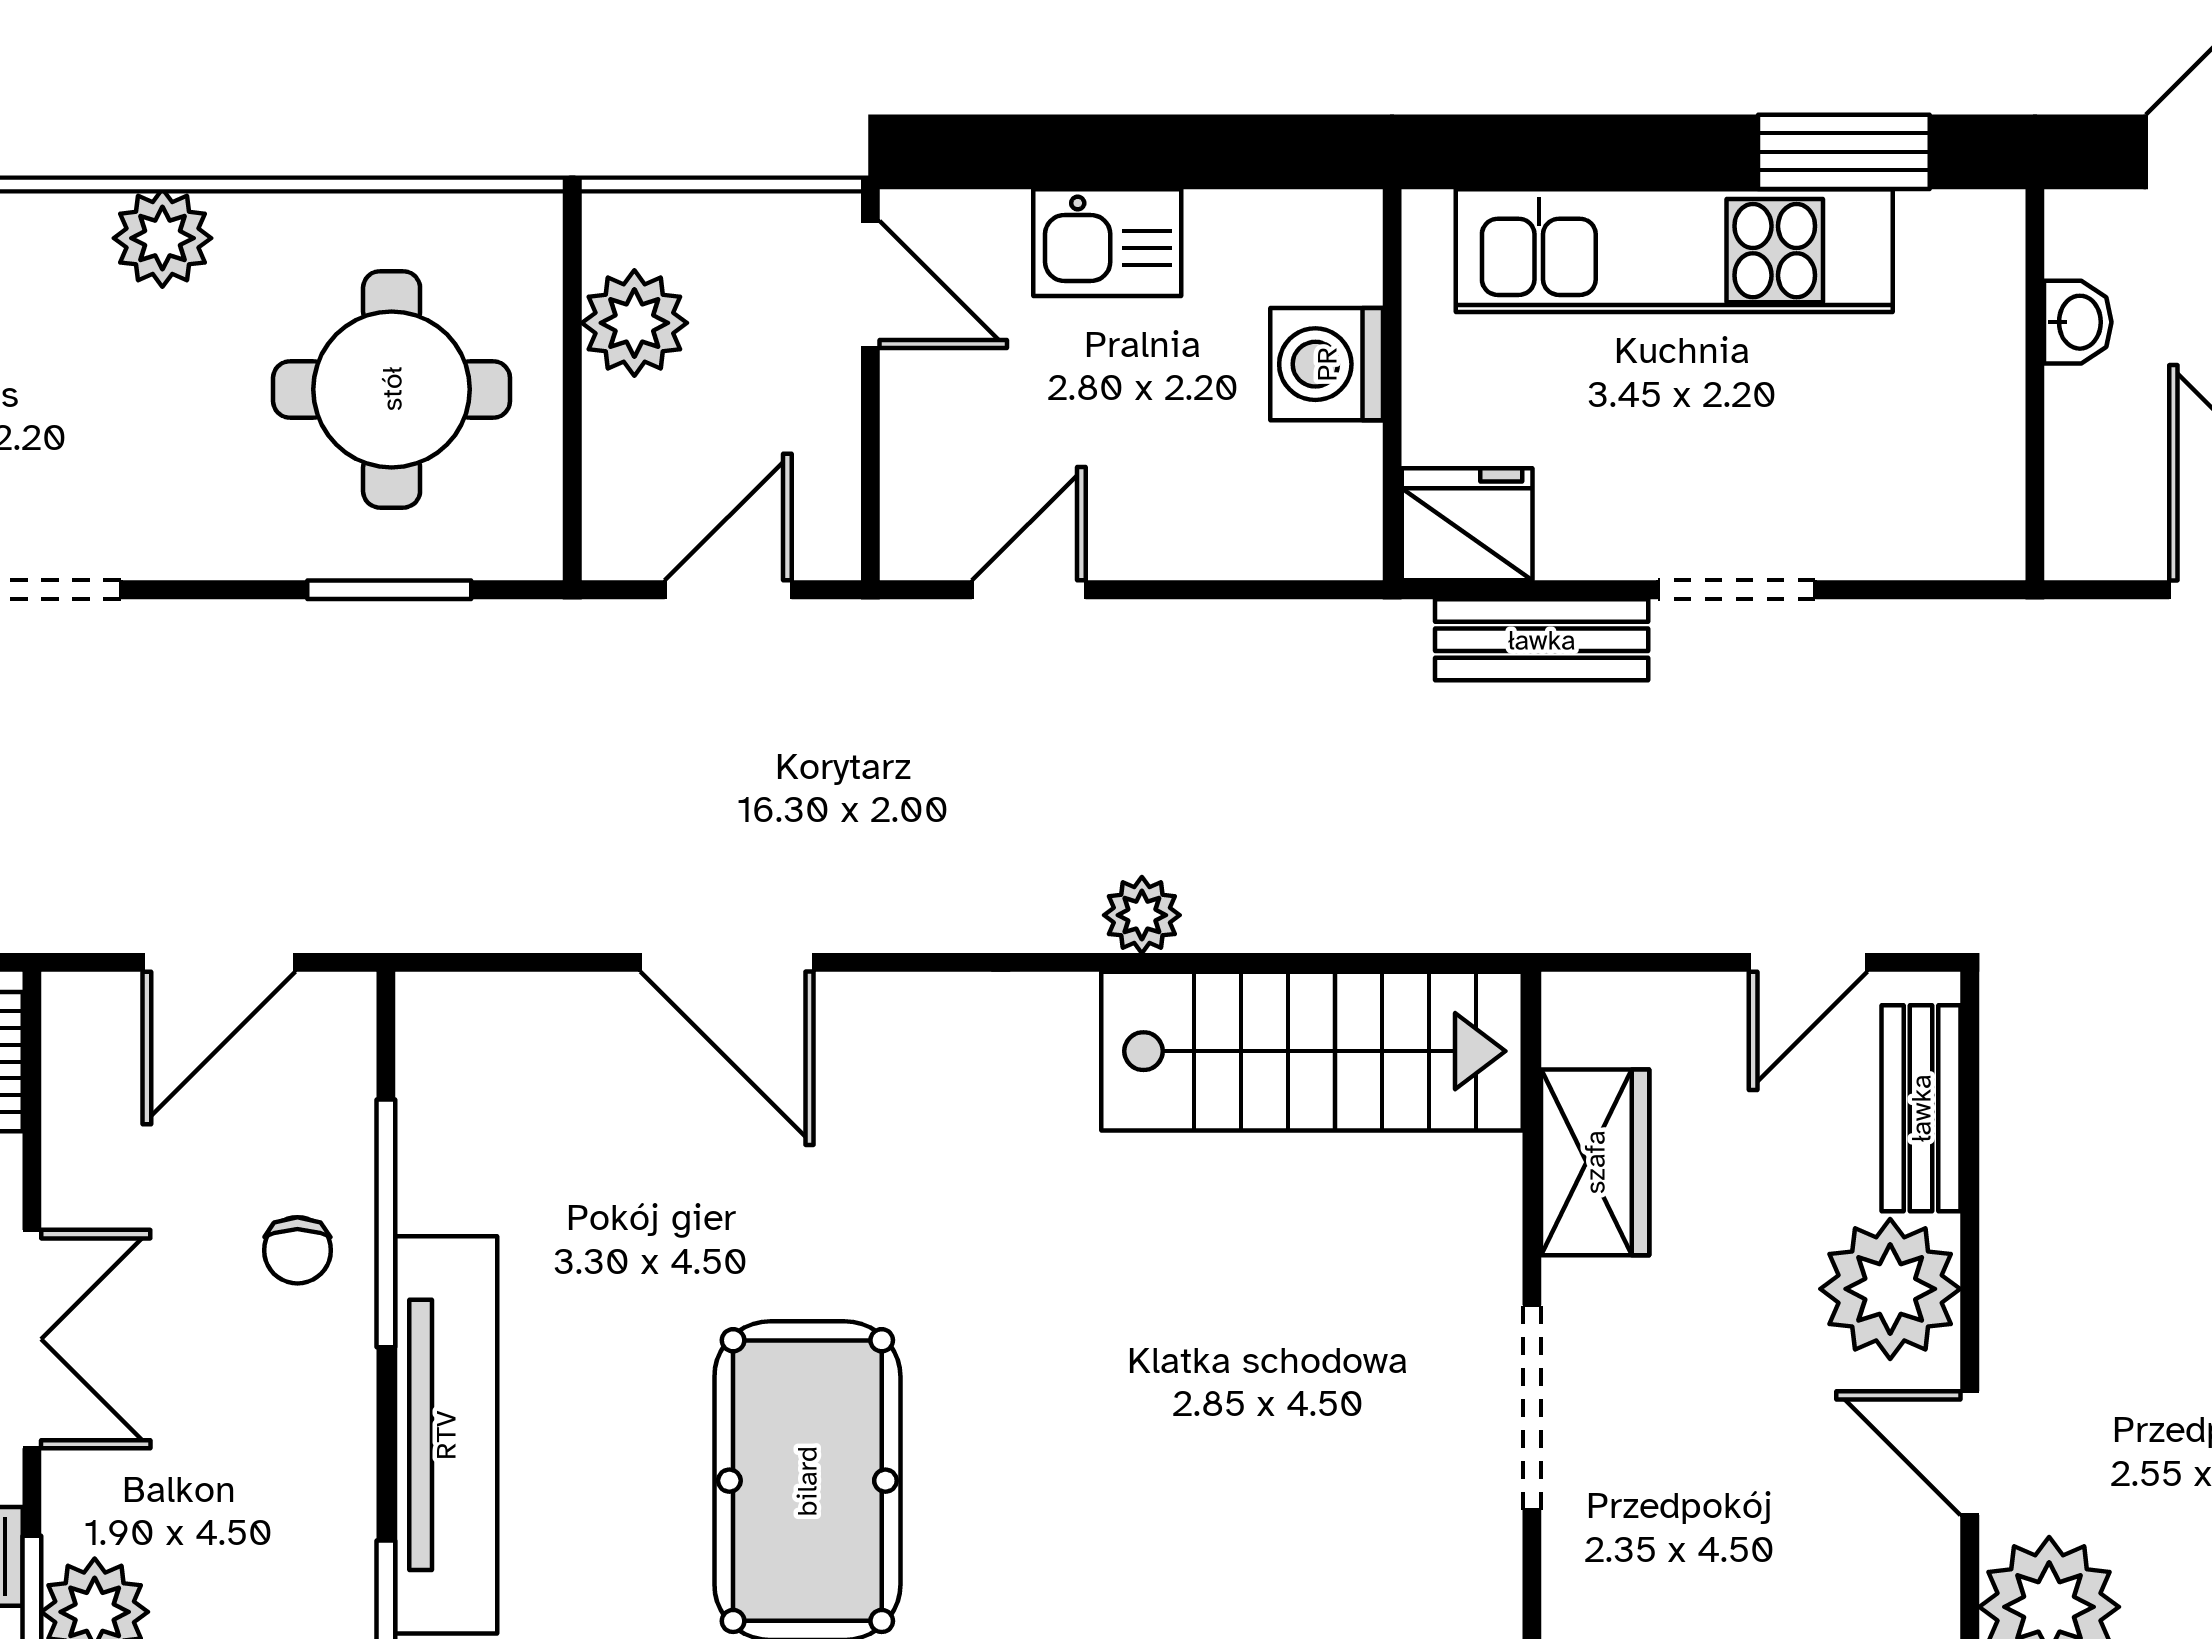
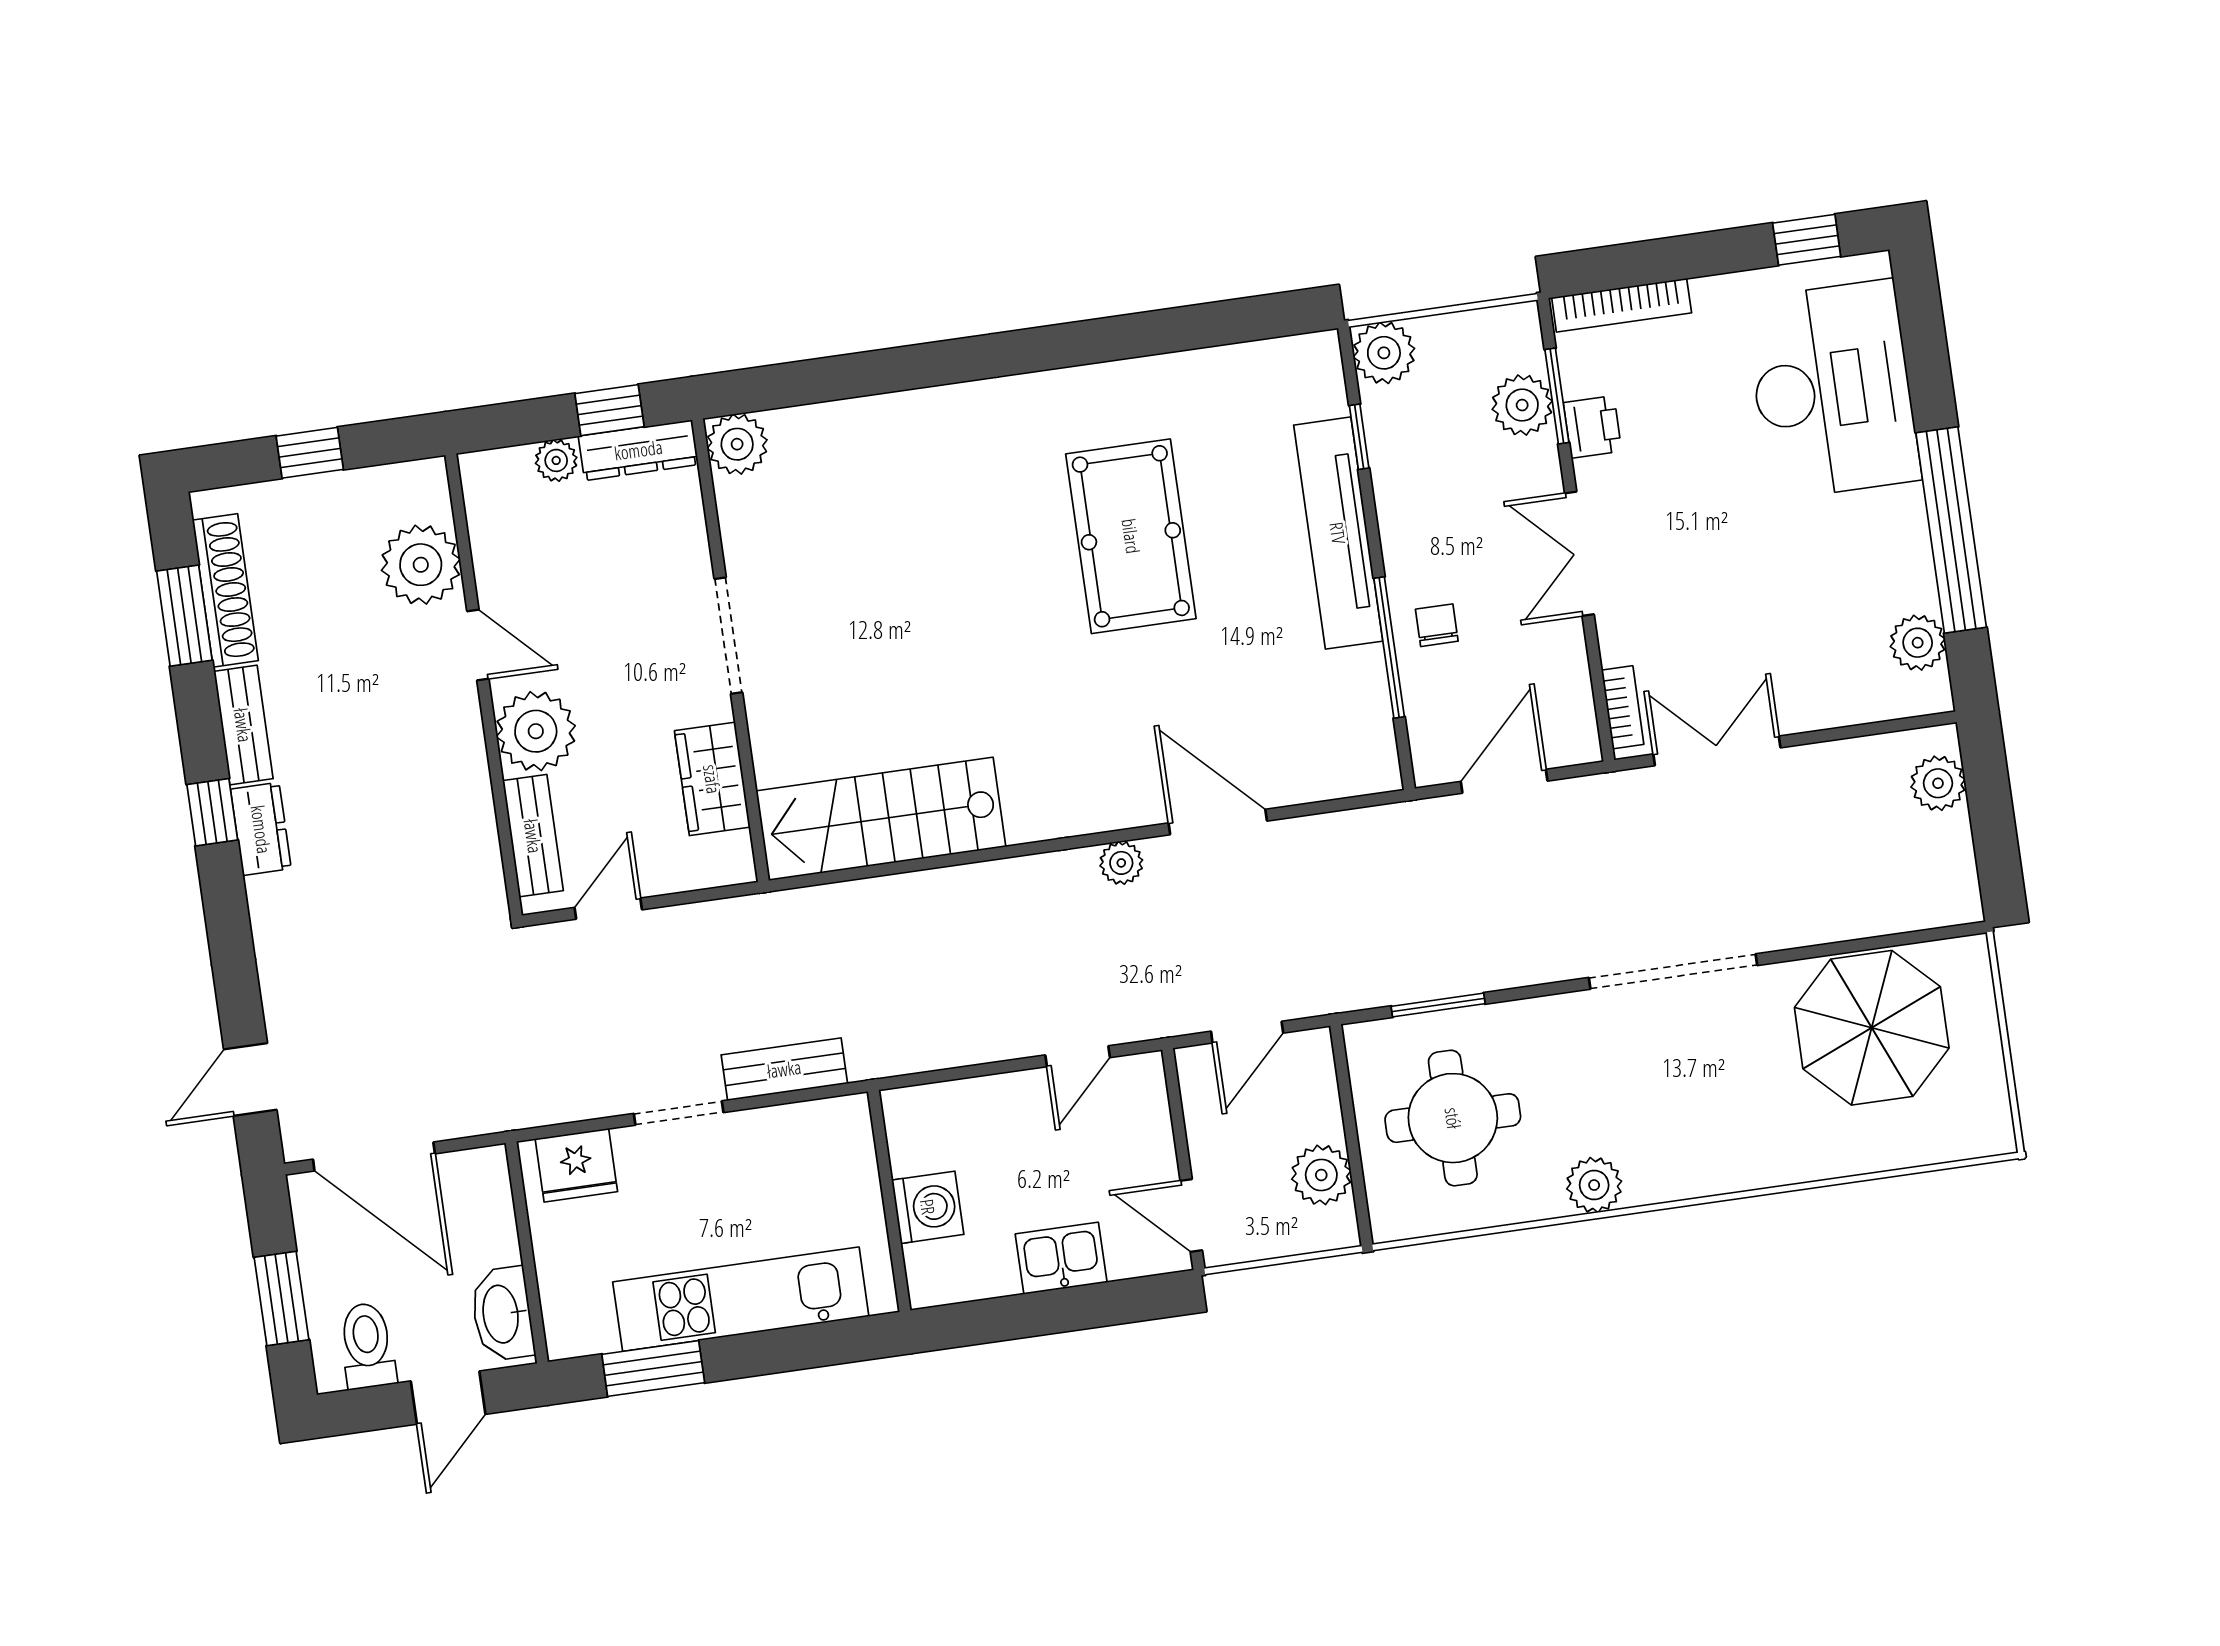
washbasin: (2078, 322) -> (502, 1314), width x1.91, depth x1.45
fridge: (1467, 524) -> (576, 1165), moved
plant: (1142, 915) -> (1121, 863), moved

